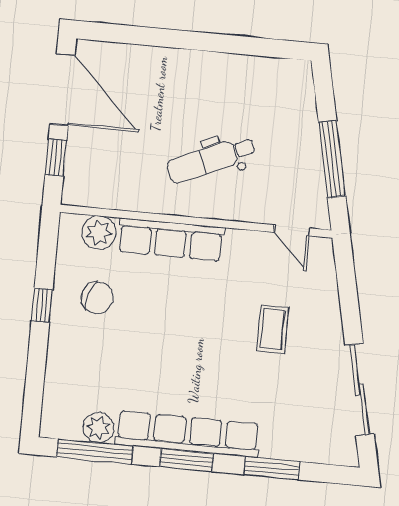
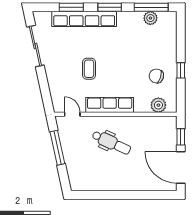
dental chair: (211, 159) -> (111, 143), turned 49
row of seats: (171, 240) -> (110, 105), moved
coffee table: (273, 329) -> (89, 69), moved
row of seats: (188, 434) -> (84, 19), moved

